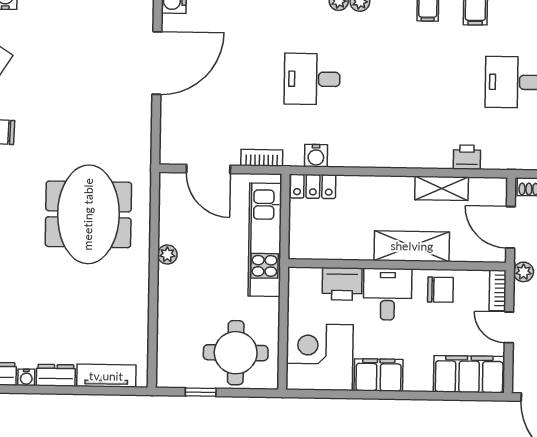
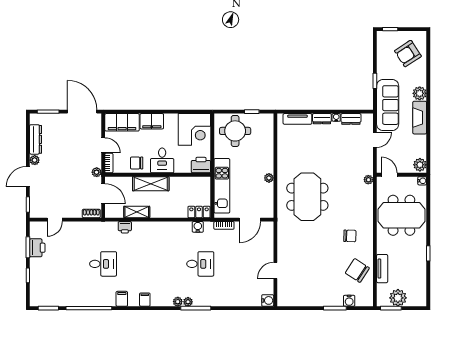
door: (157, 63) -> (275, 270), width x0.53
door: (208, 169) -> (250, 220), swing flipped
printer: (342, 284) -> (201, 165), moved
filing cabinet: (379, 375) -> (152, 121), moved

